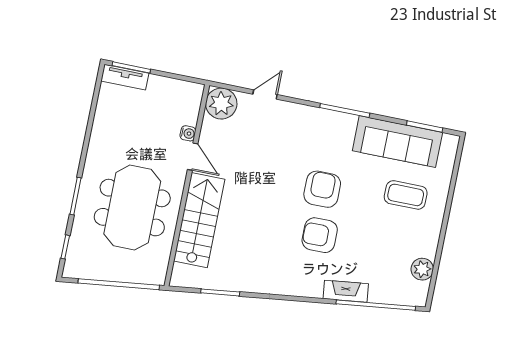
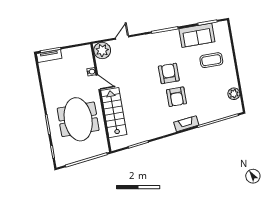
sofa: (397, 142) -> (197, 35), width x0.73
armchair: (320, 235) -> (176, 97), turned -90
fireplace: (346, 291) -> (186, 124), moved

